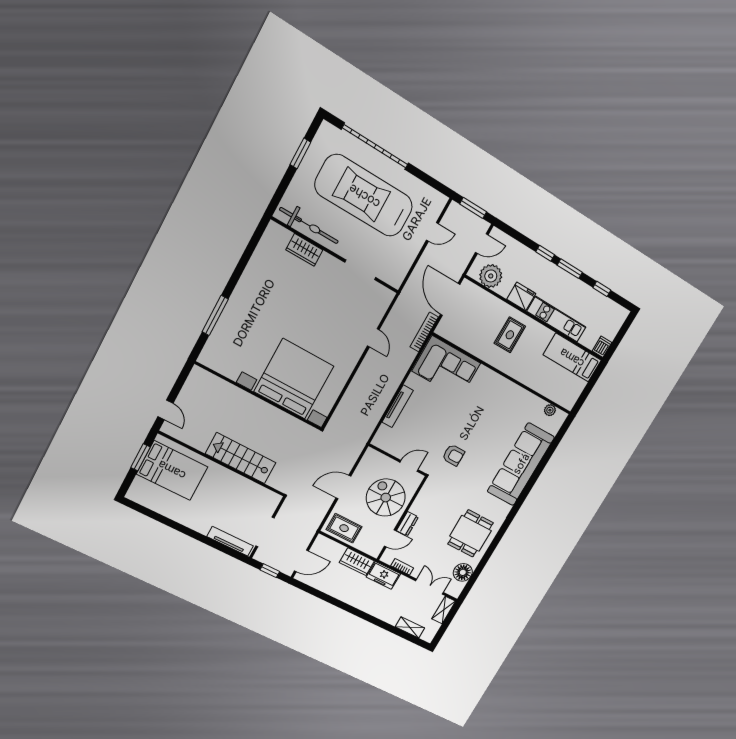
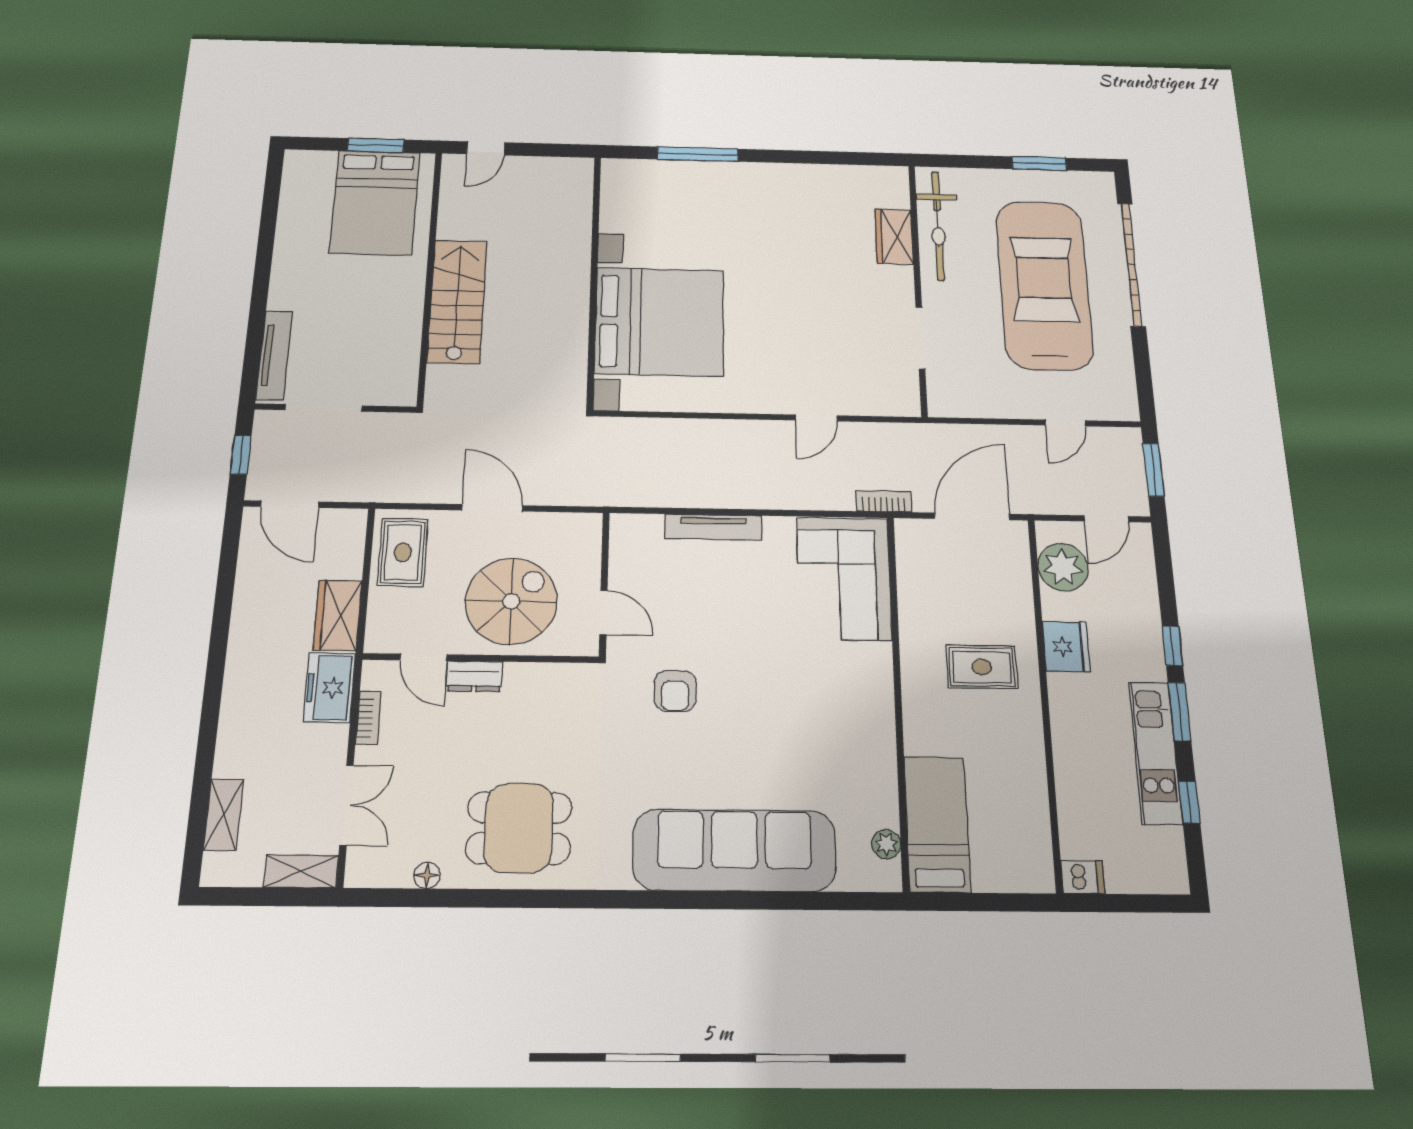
door: (432, 232) -> (1065, 423), hinge flipped
door: (482, 244) -> (1106, 519), hinge flipped
kitchen unit: (557, 319) -> (1155, 753), moved, turned 180
bookcase: (424, 332) -> (884, 501), width x0.64
bed: (572, 358) -> (937, 824), moved
floor lamp: (463, 572) -> (427, 875), width x0.53, depth x0.53

